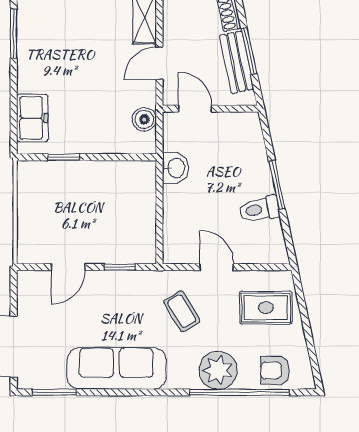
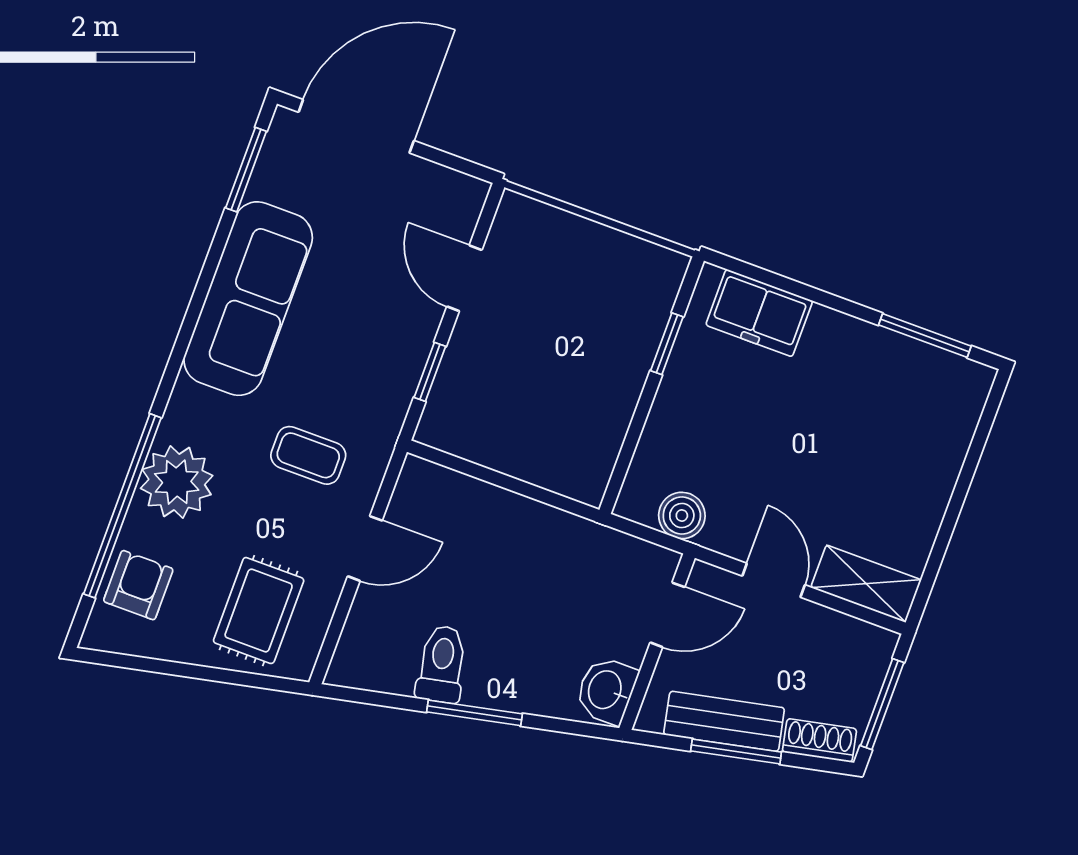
washbasin: (176, 168) -> (606, 690), moved, turned 90
coffee table: (182, 311) -> (308, 455), turned 31

